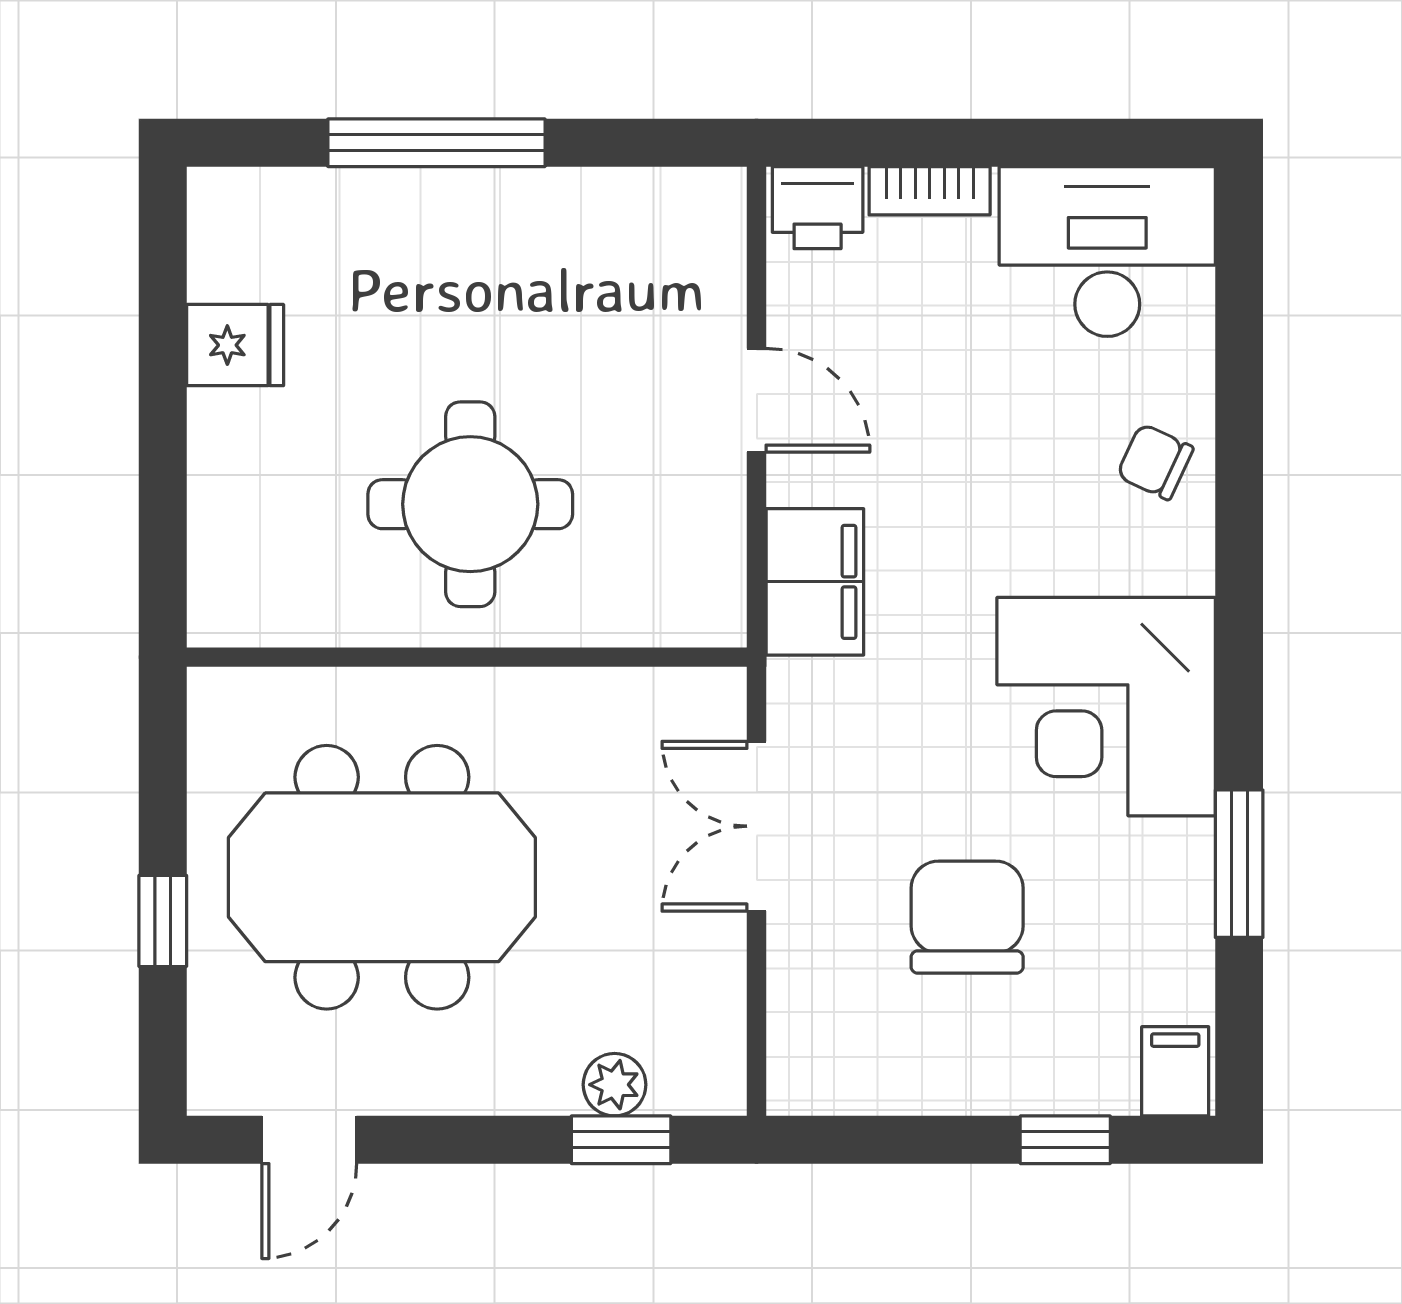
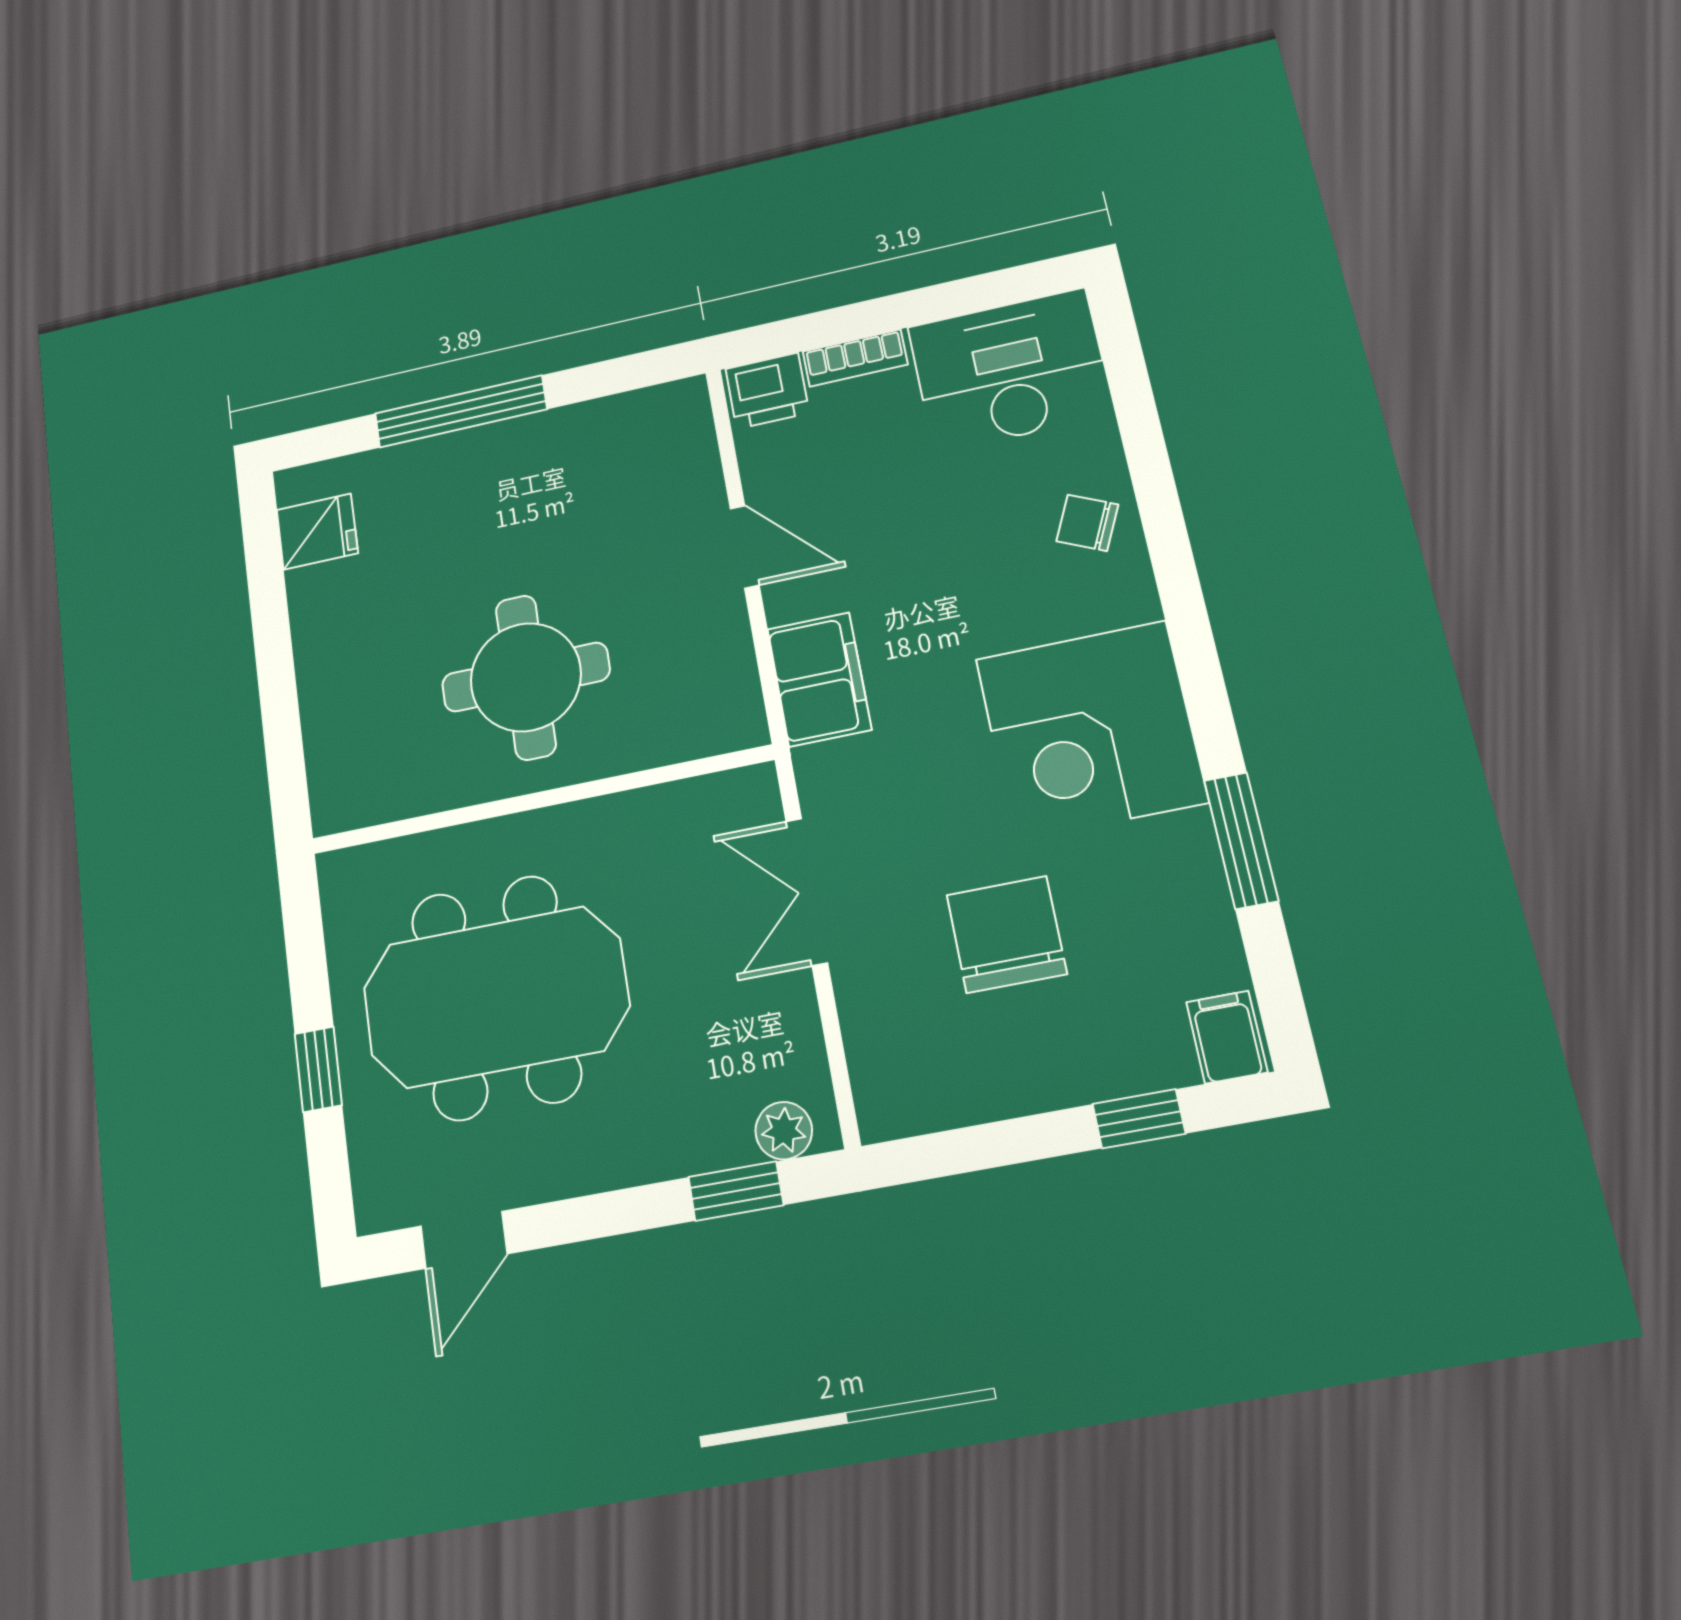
fridge: (235, 345) -> (317, 531), moved
plant: (615, 1085) -> (784, 1131), moved

